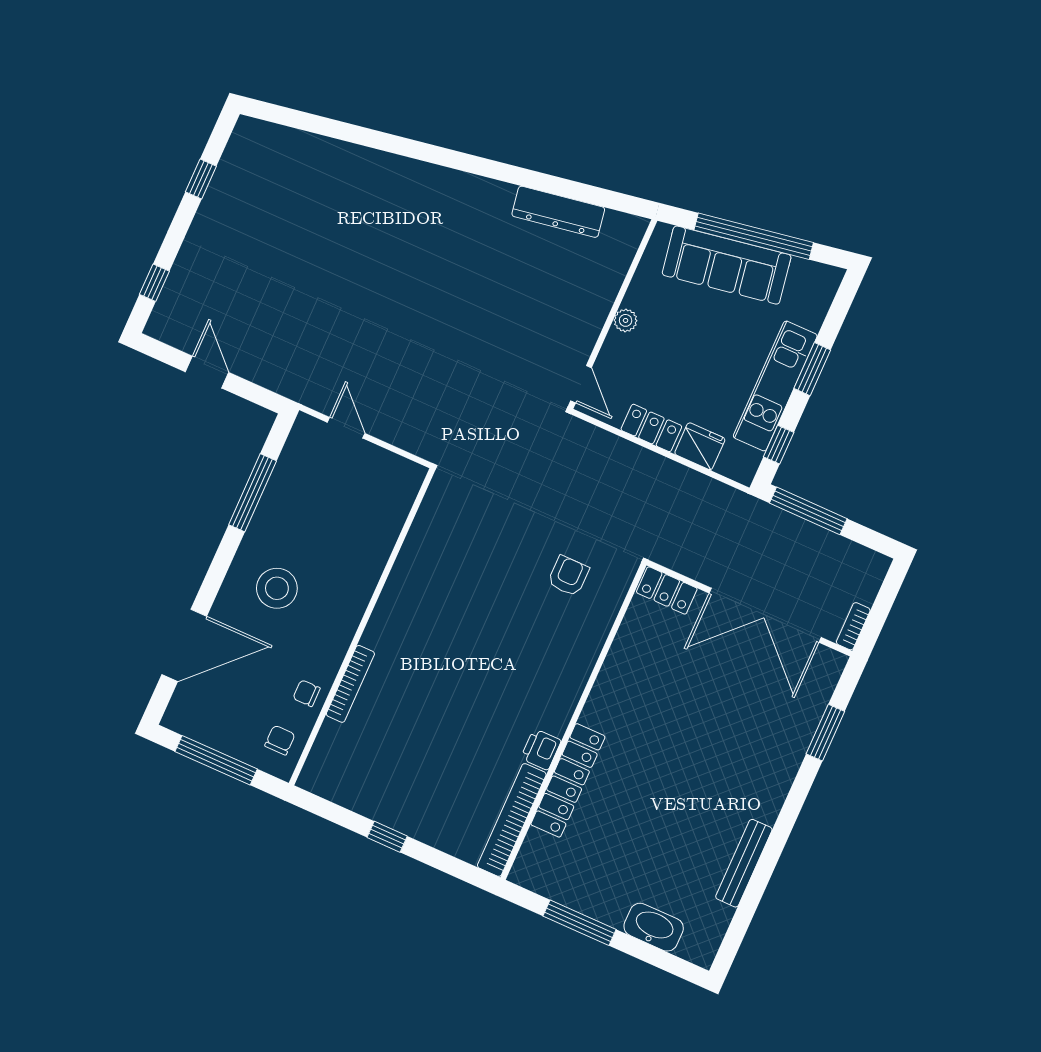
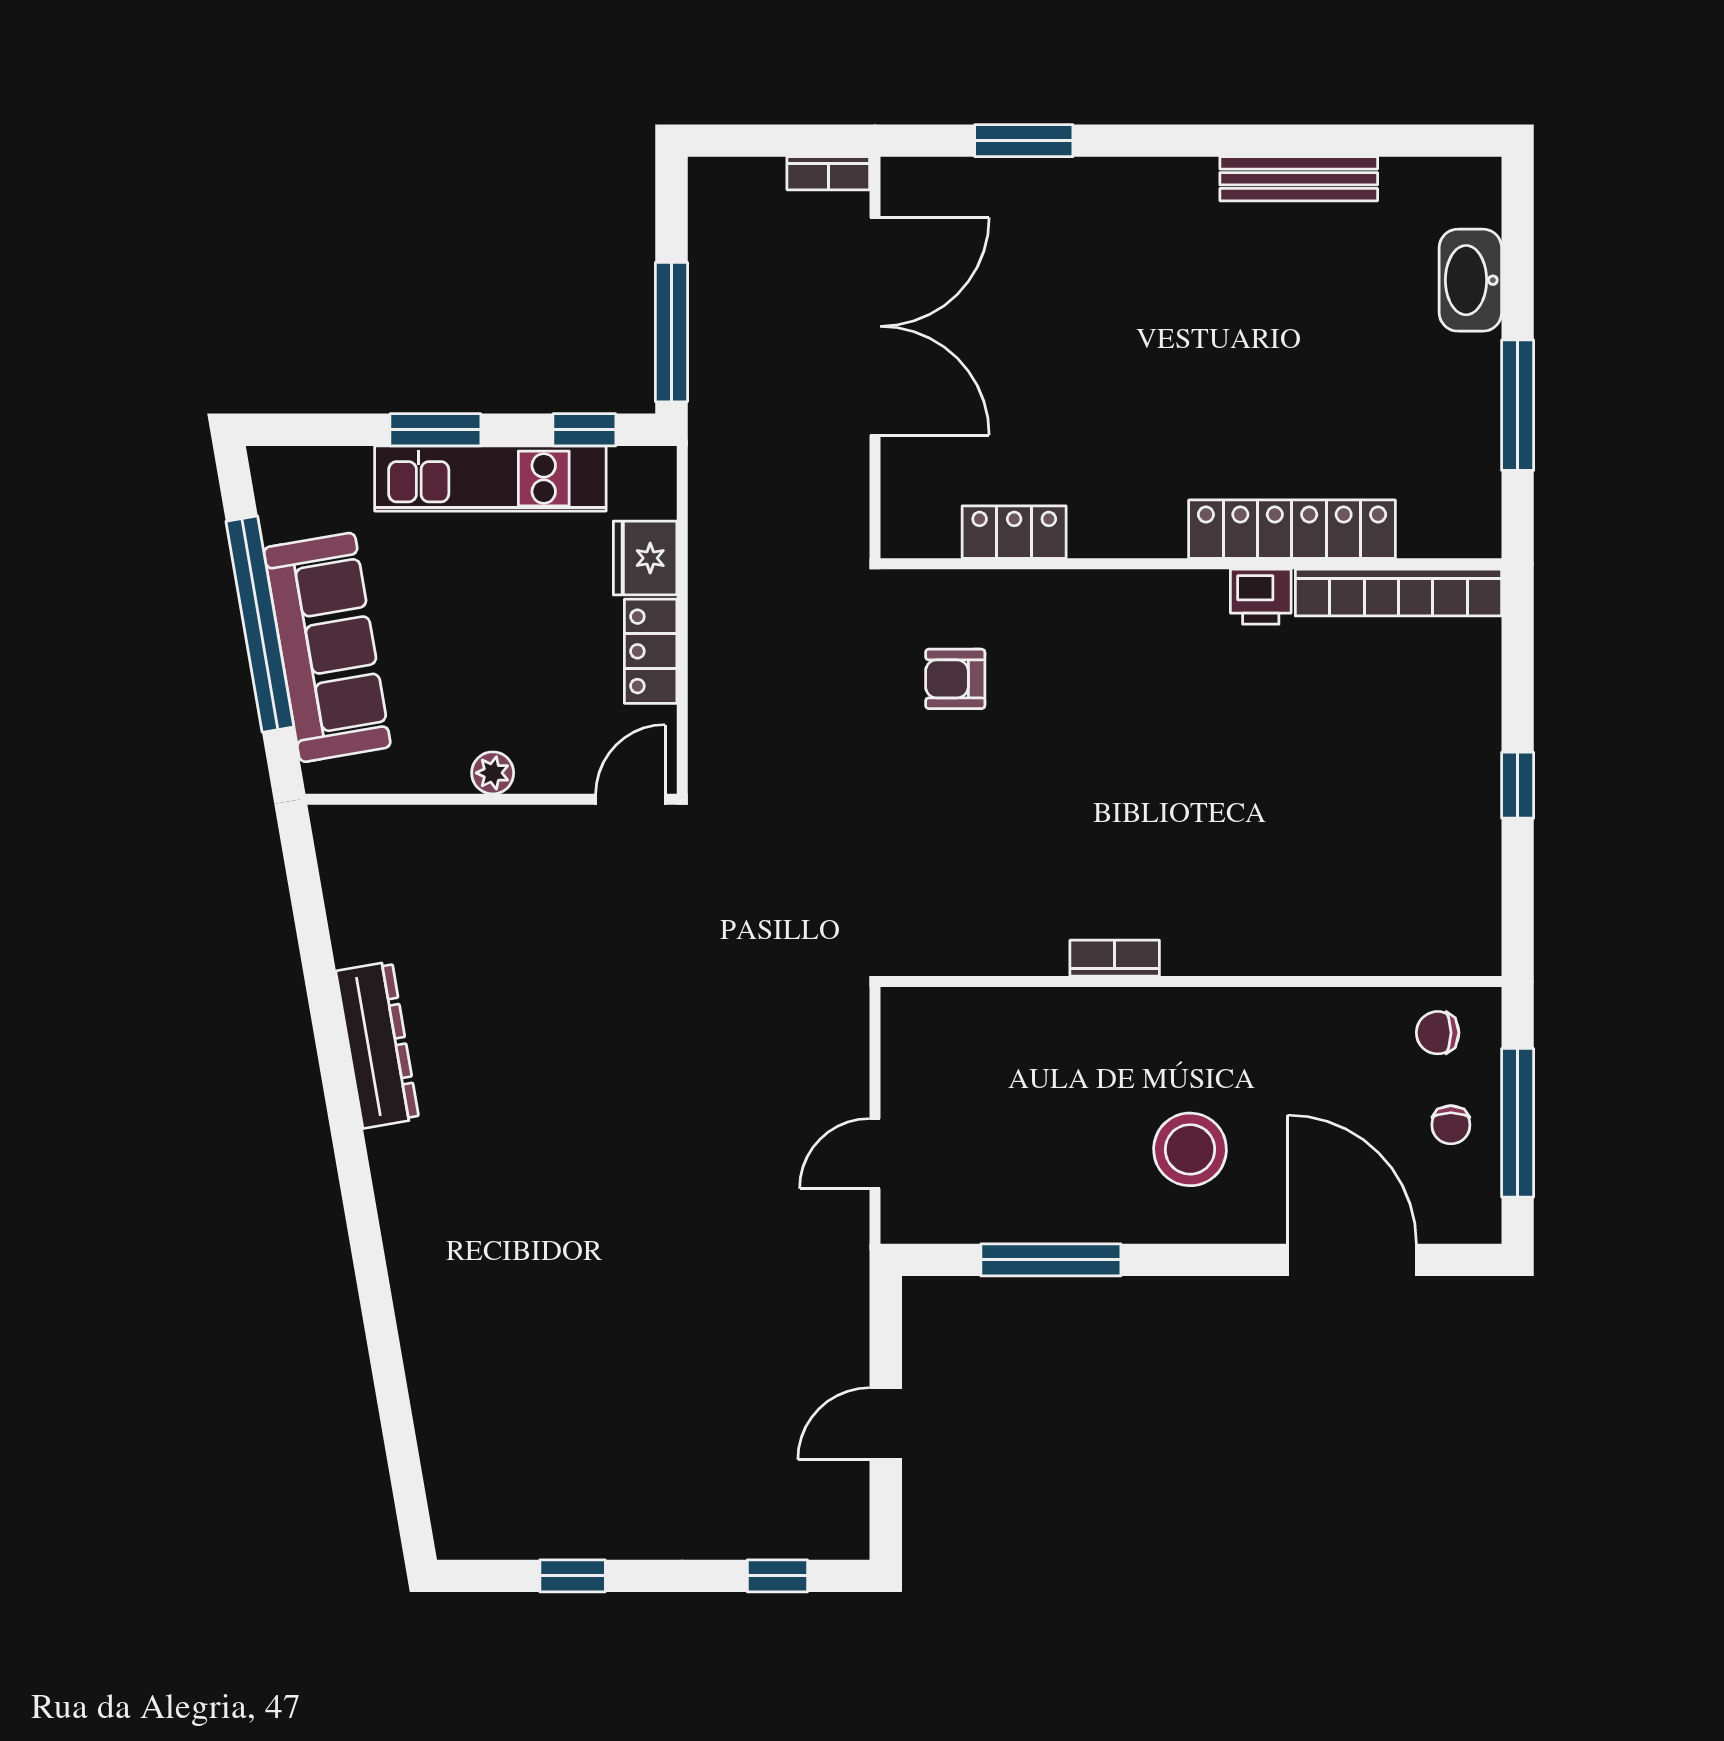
dresser: (558, 212) -> (377, 1045), moved
locker: (667, 590) -> (1014, 532), moved, turned -90
bookcase: (350, 684) -> (1115, 958), moved, width x0.64
chair: (307, 693) -> (1451, 1125), moved

